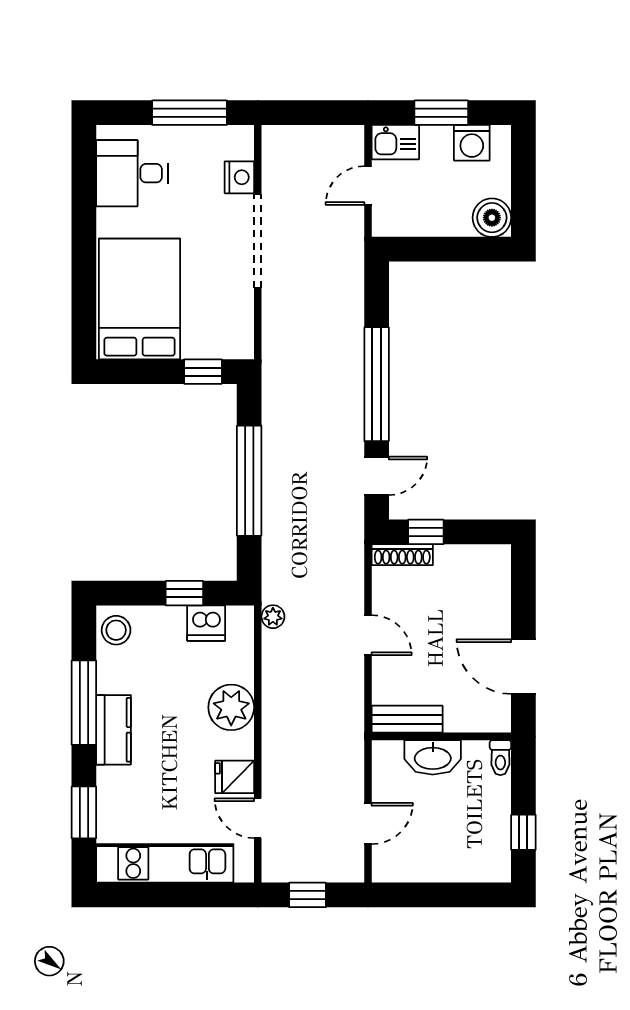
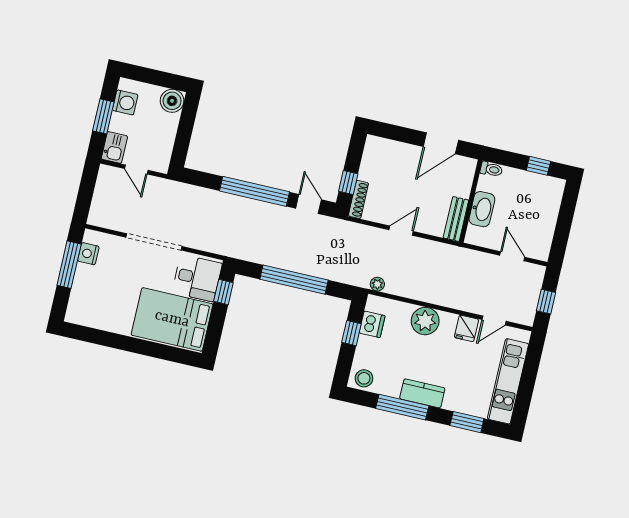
desk: (132, 173) -> (197, 278), moved, turned -90
nightstand: (239, 177) -> (88, 254), moved, turned -90

